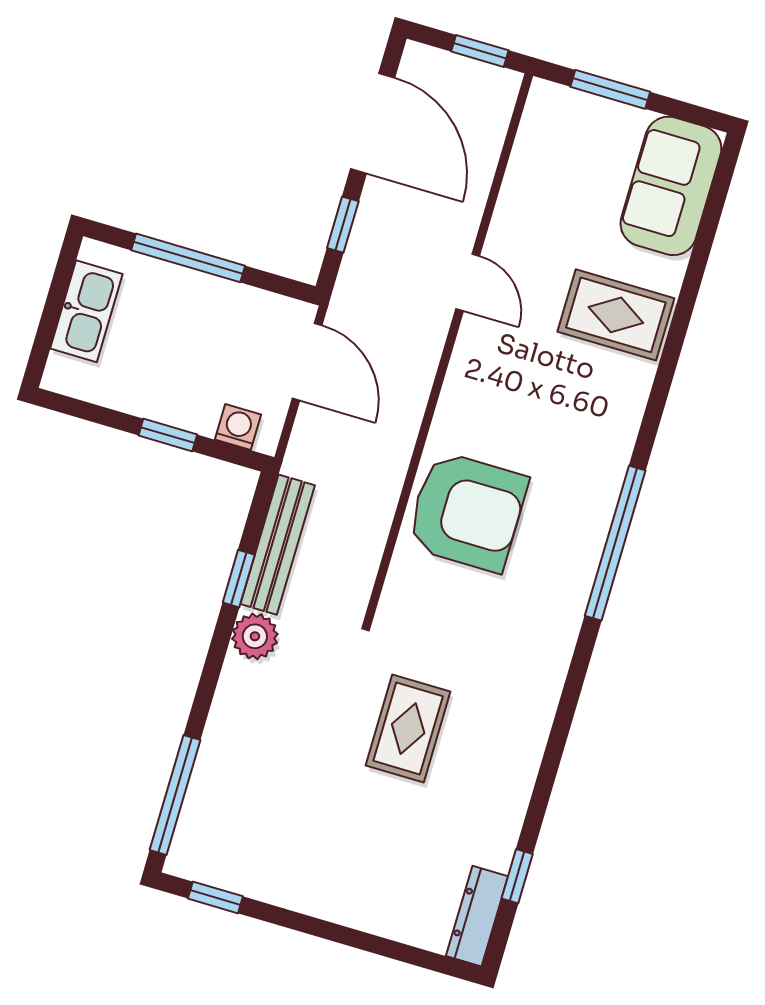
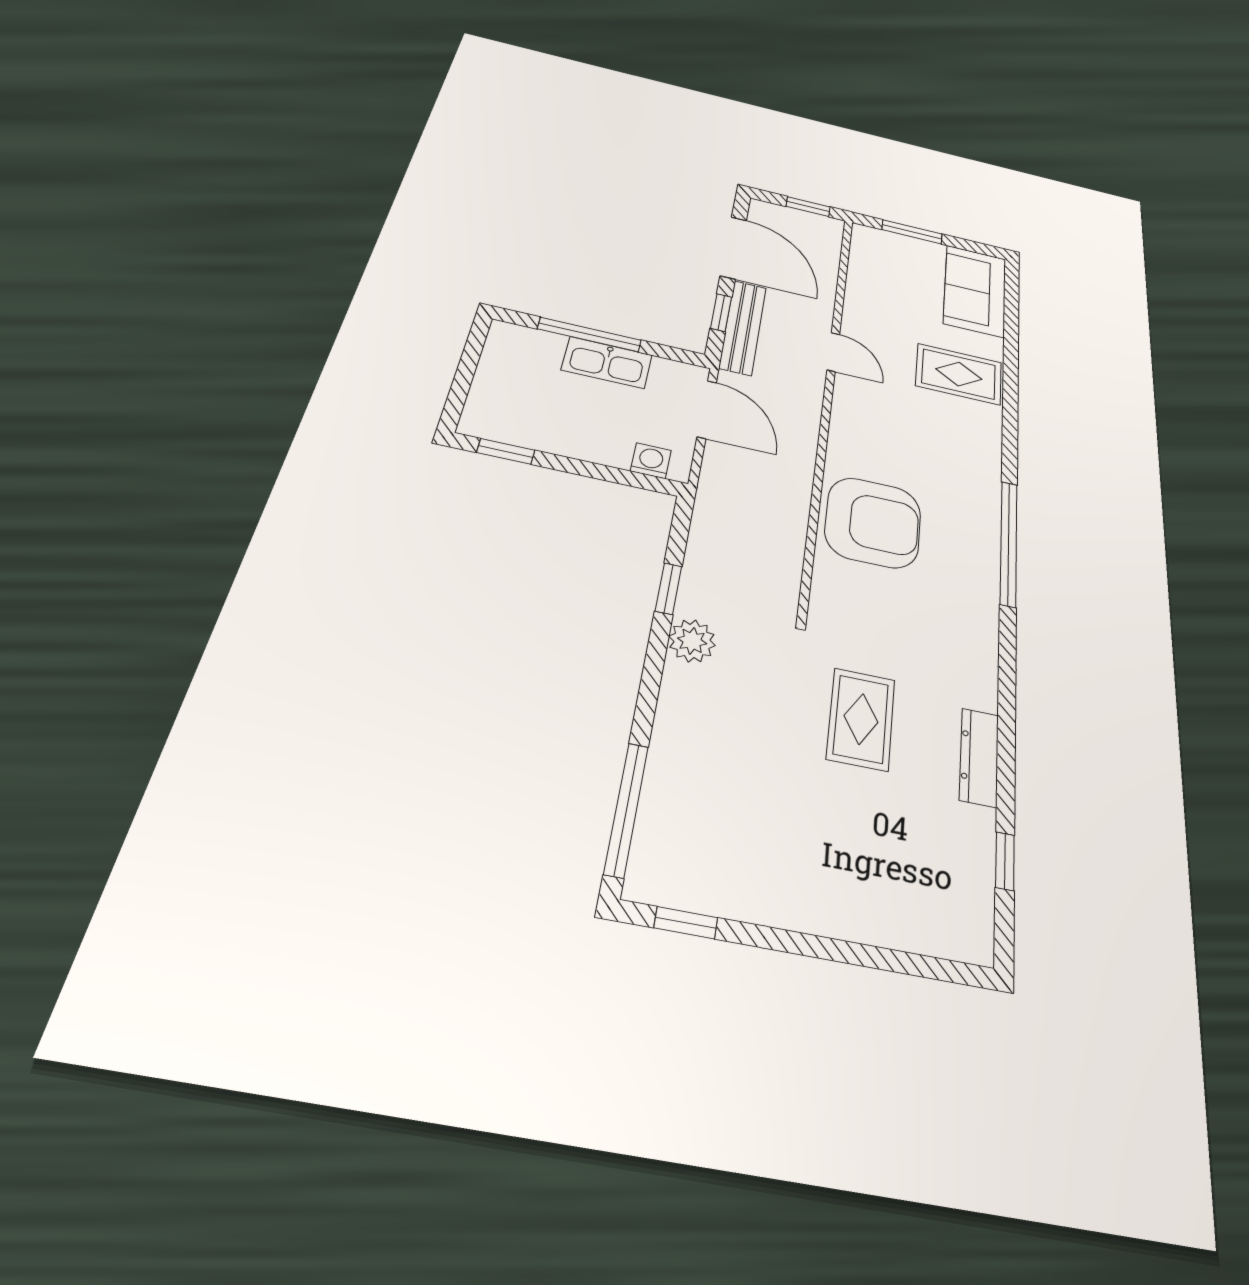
kitchen sink: (86, 311) -> (607, 362), moved, turned 90
window: (168, 435) -> (506, 451), moved
bench: (278, 545) -> (743, 327), moved
dresser: (477, 916) -> (979, 757), moved

